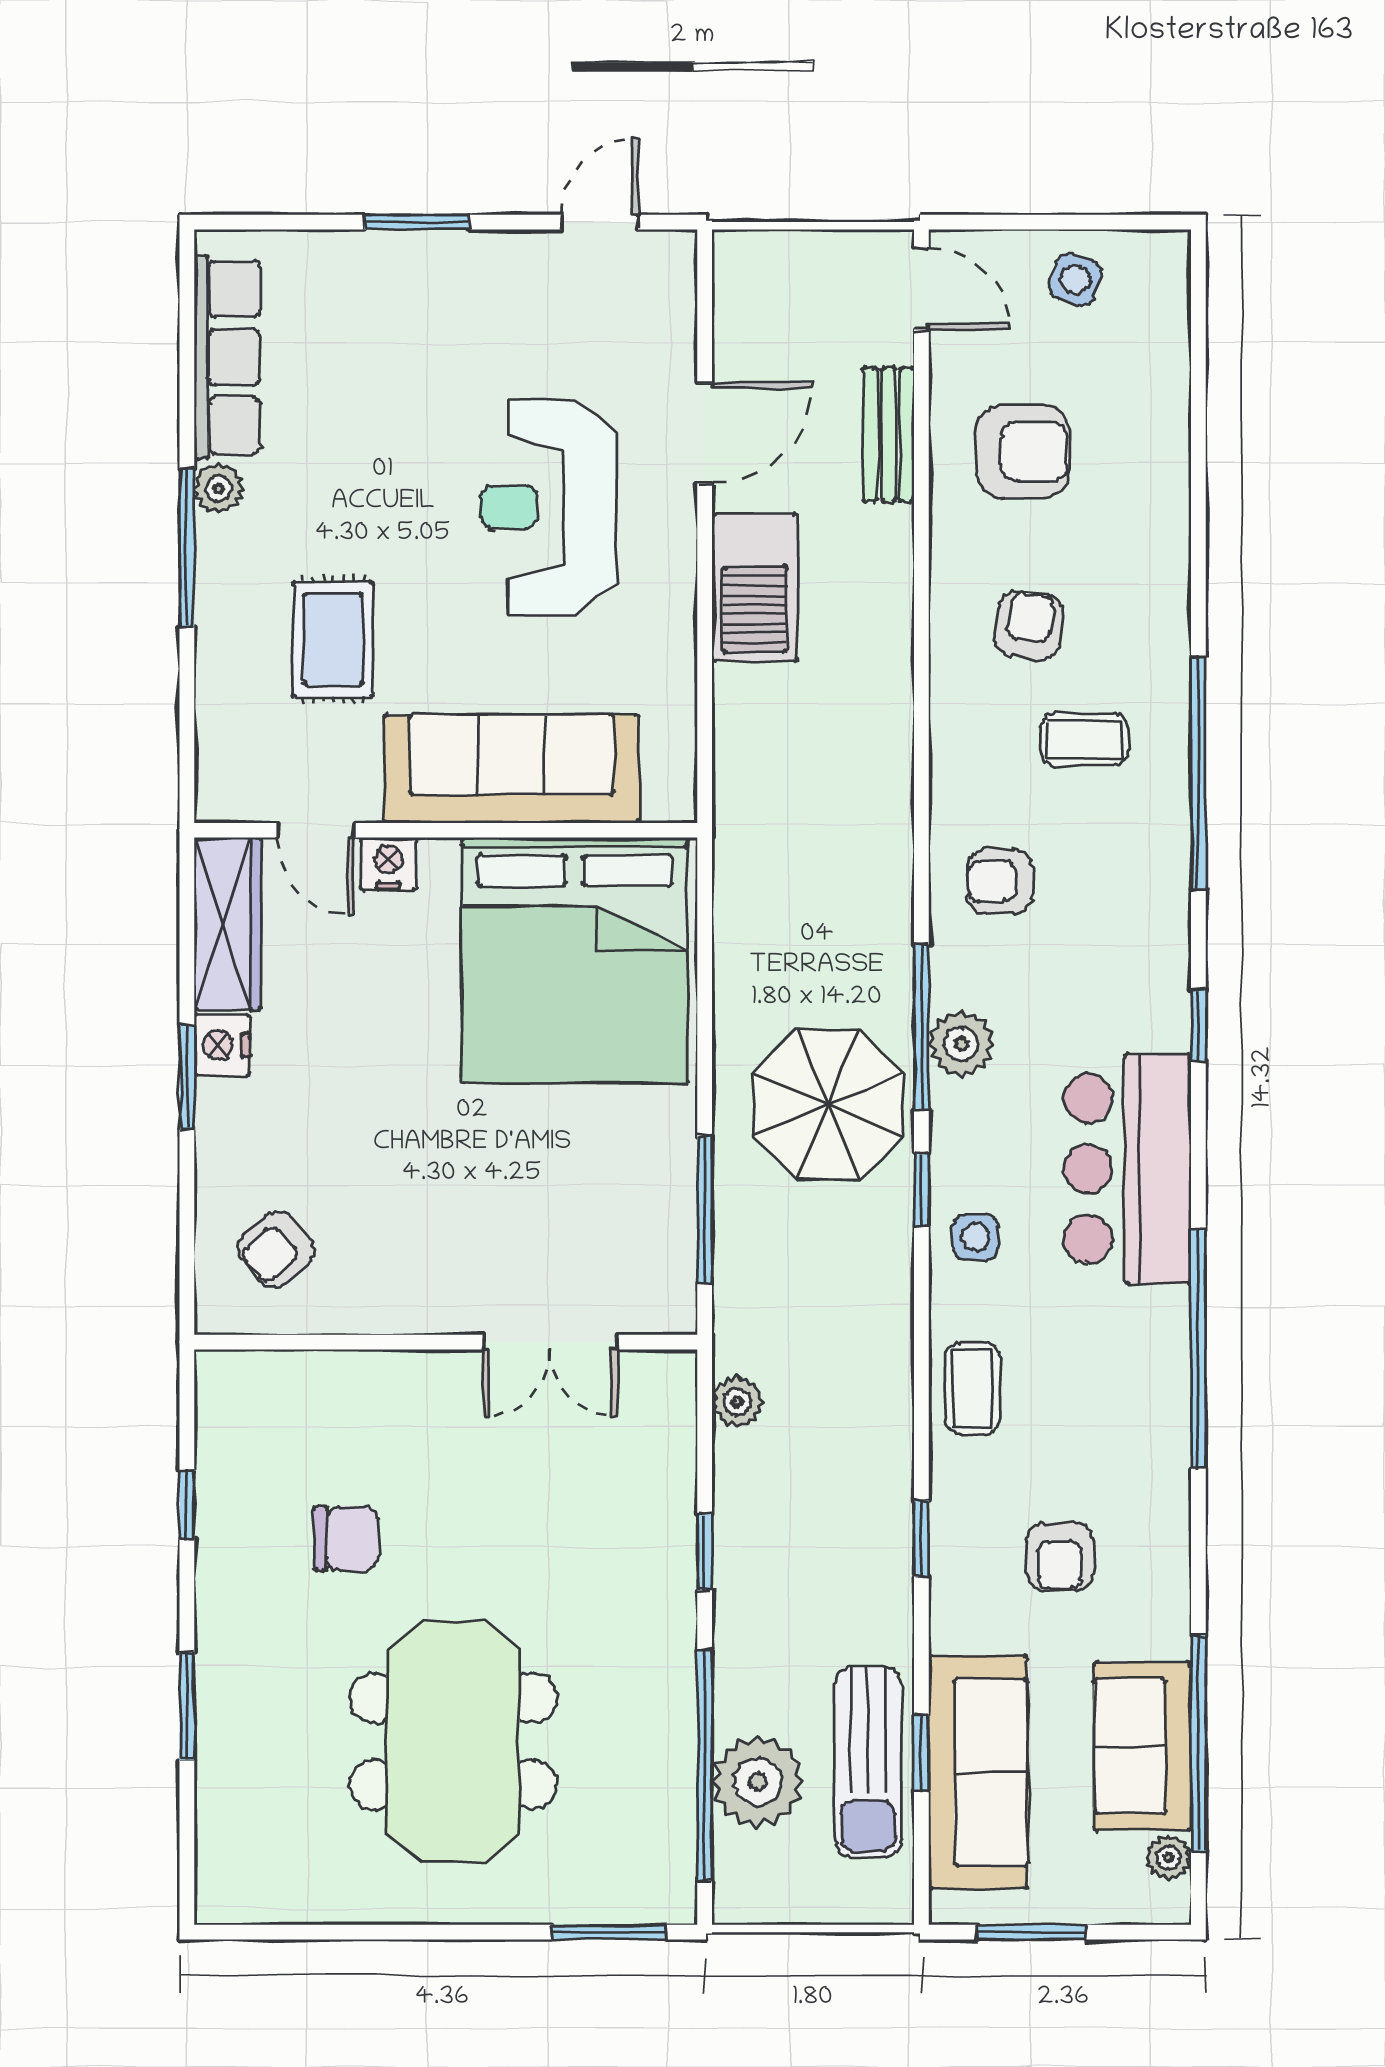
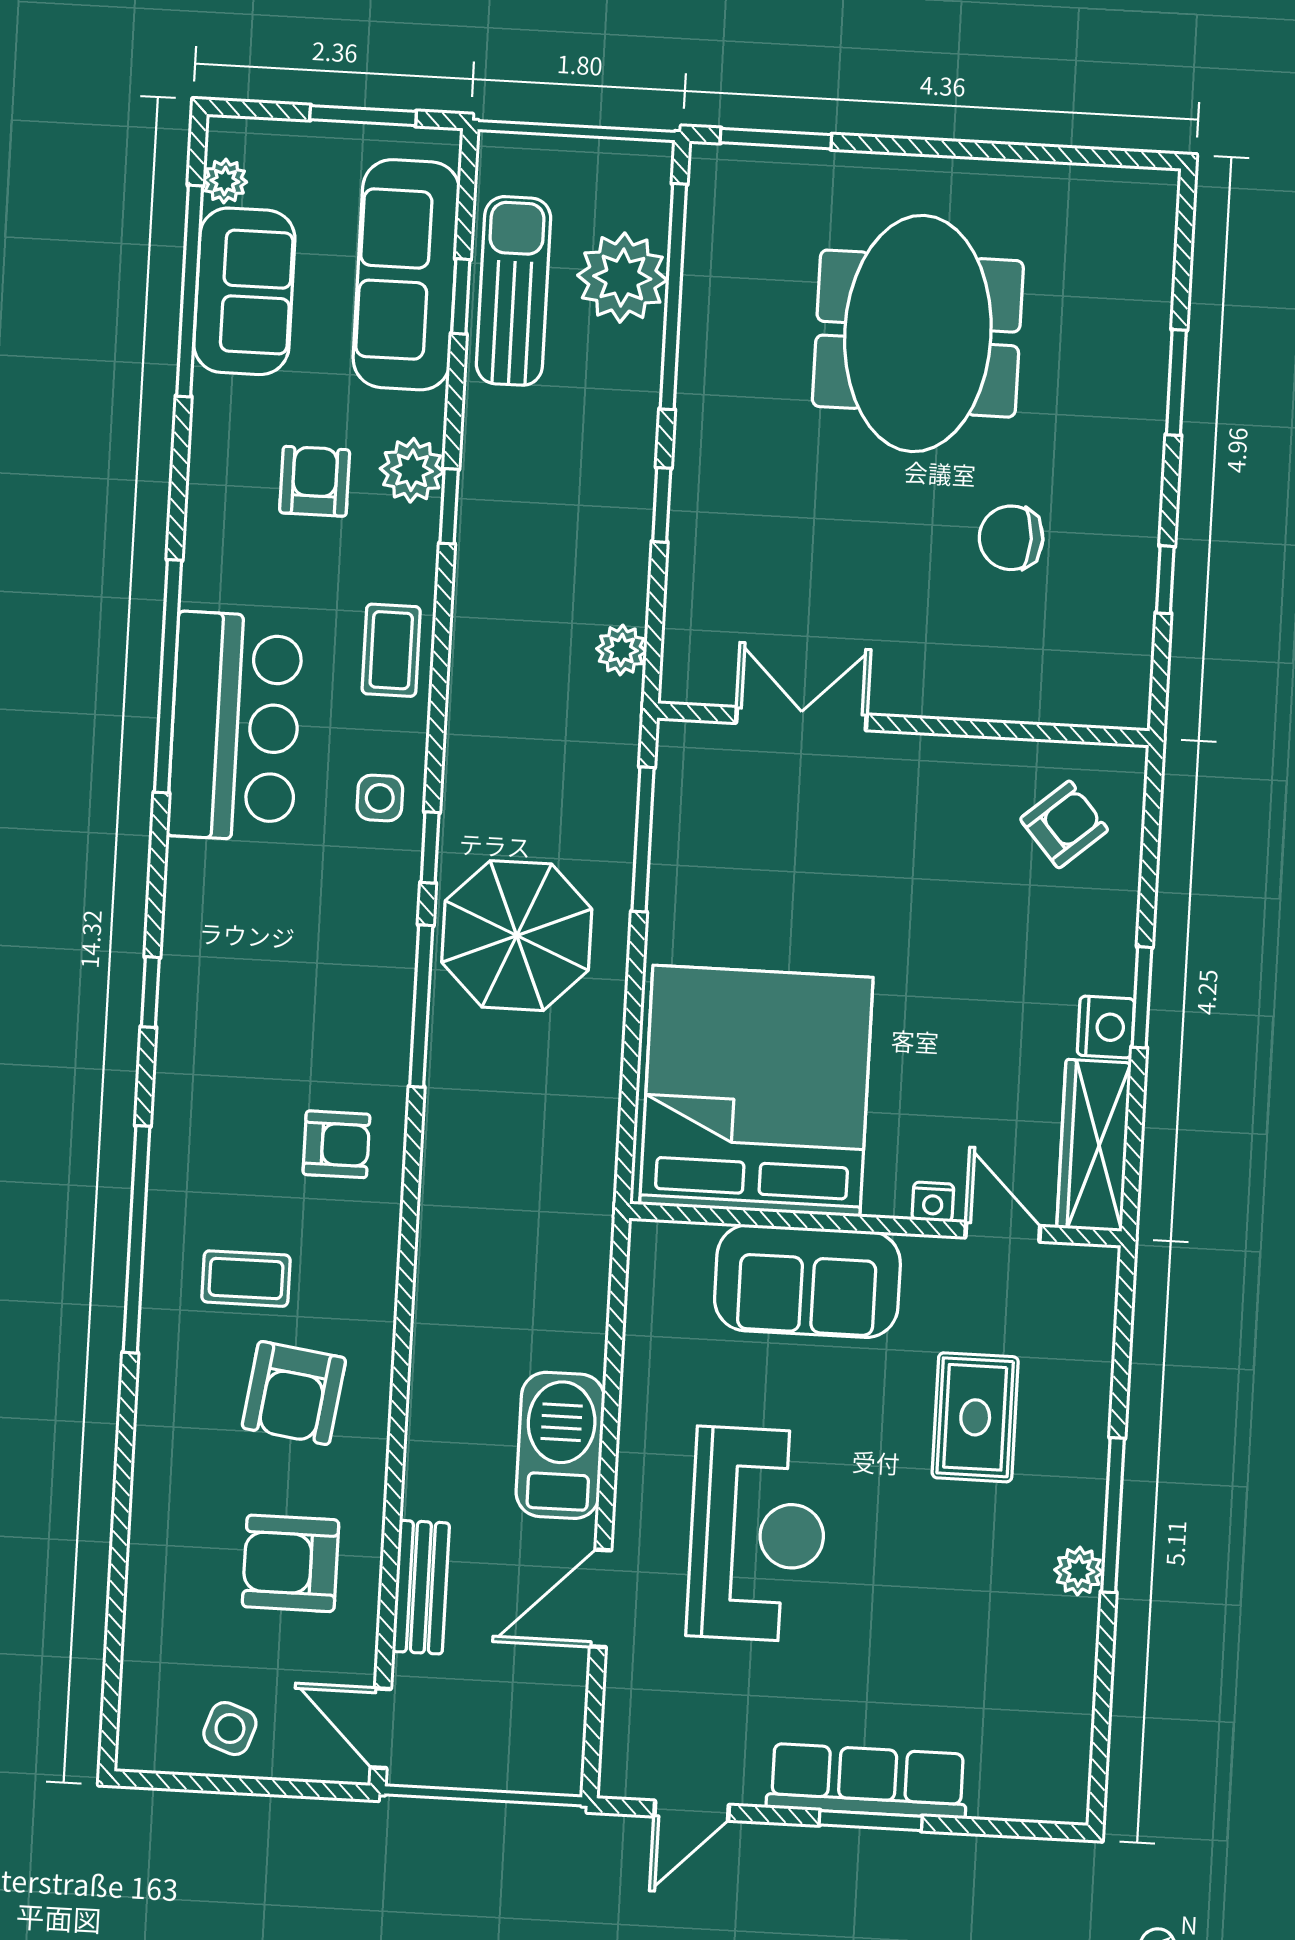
row of seats: (227, 357) -> (867, 1781), moved, turned 90
armchair: (1029, 625) -> (294, 1393), width x1.38, depth x1.38
sofa: (512, 769) -> (807, 1281), width x0.73
nightstand: (388, 864) -> (933, 1202), width x0.72, depth x0.74
plant: (961, 1044) -> (412, 470), moved
bar counter: (1127, 1169) -> (235, 727), moved

